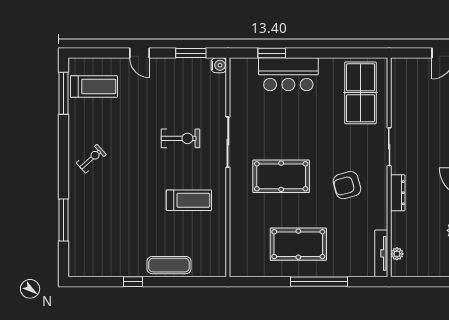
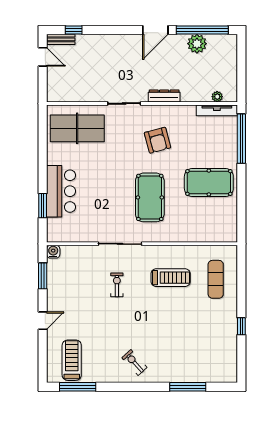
exercise bike: (181, 138) -> (117, 285), width x0.73, depth x0.72
treadmill: (189, 200) -> (171, 278), turned 90
pool table: (298, 244) -> (209, 182), turned 90
exercise mat: (169, 265) -> (216, 279), moved
window: (319, 282) -> (241, 139), moved

